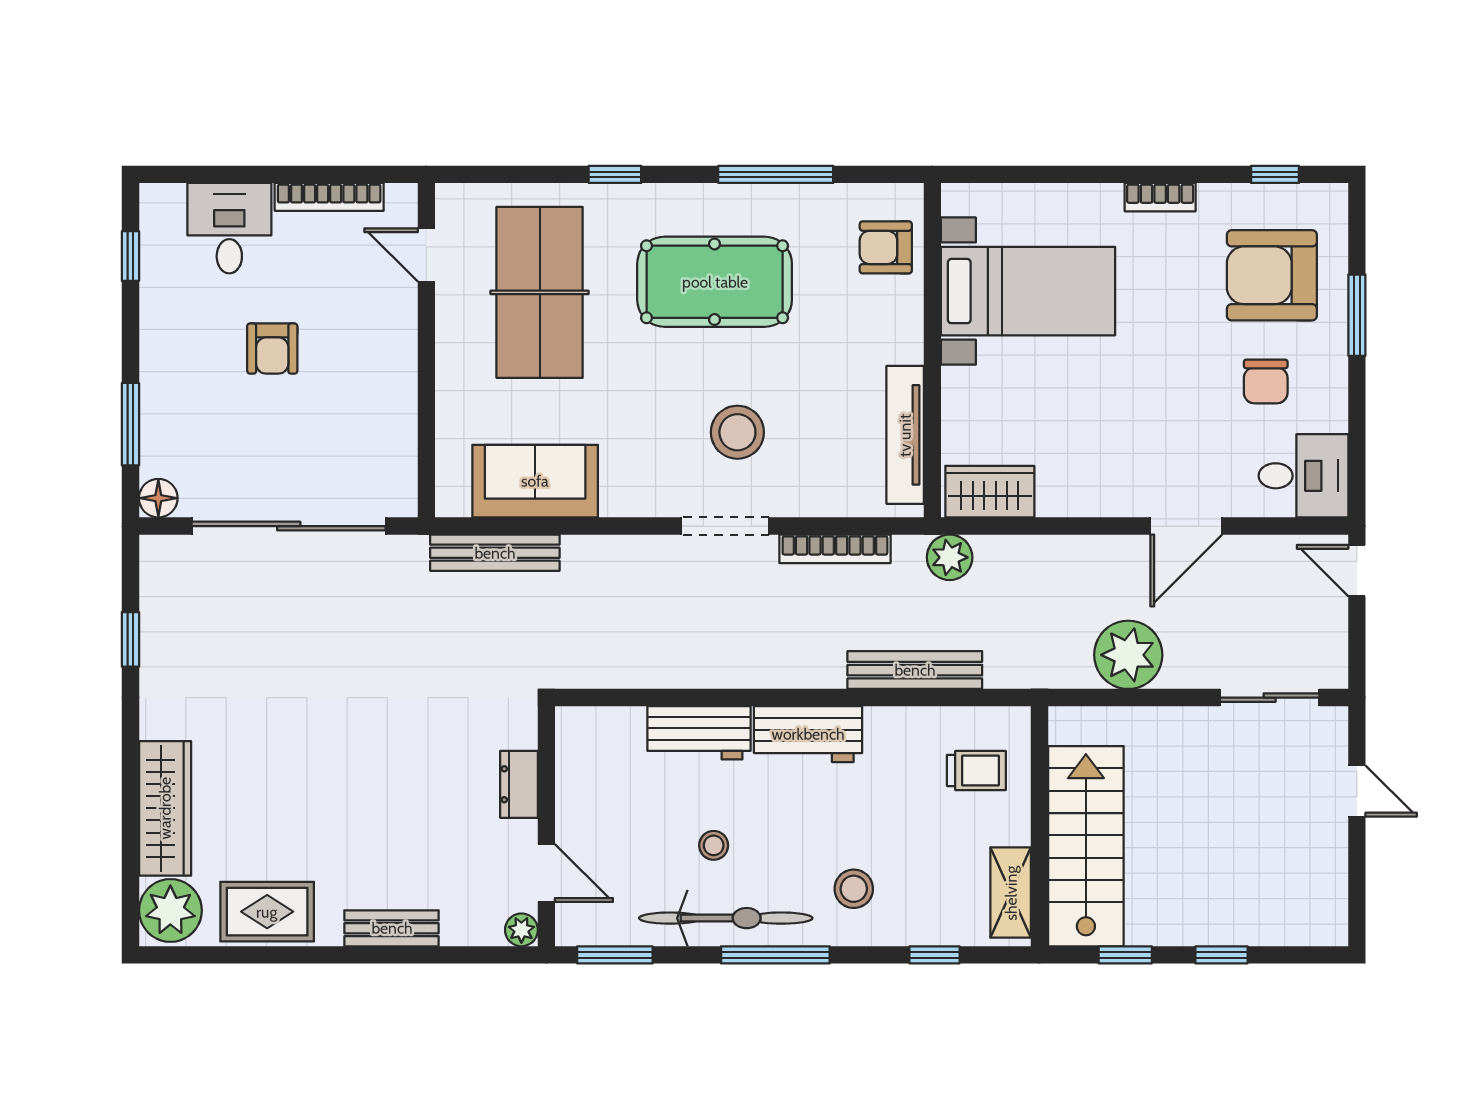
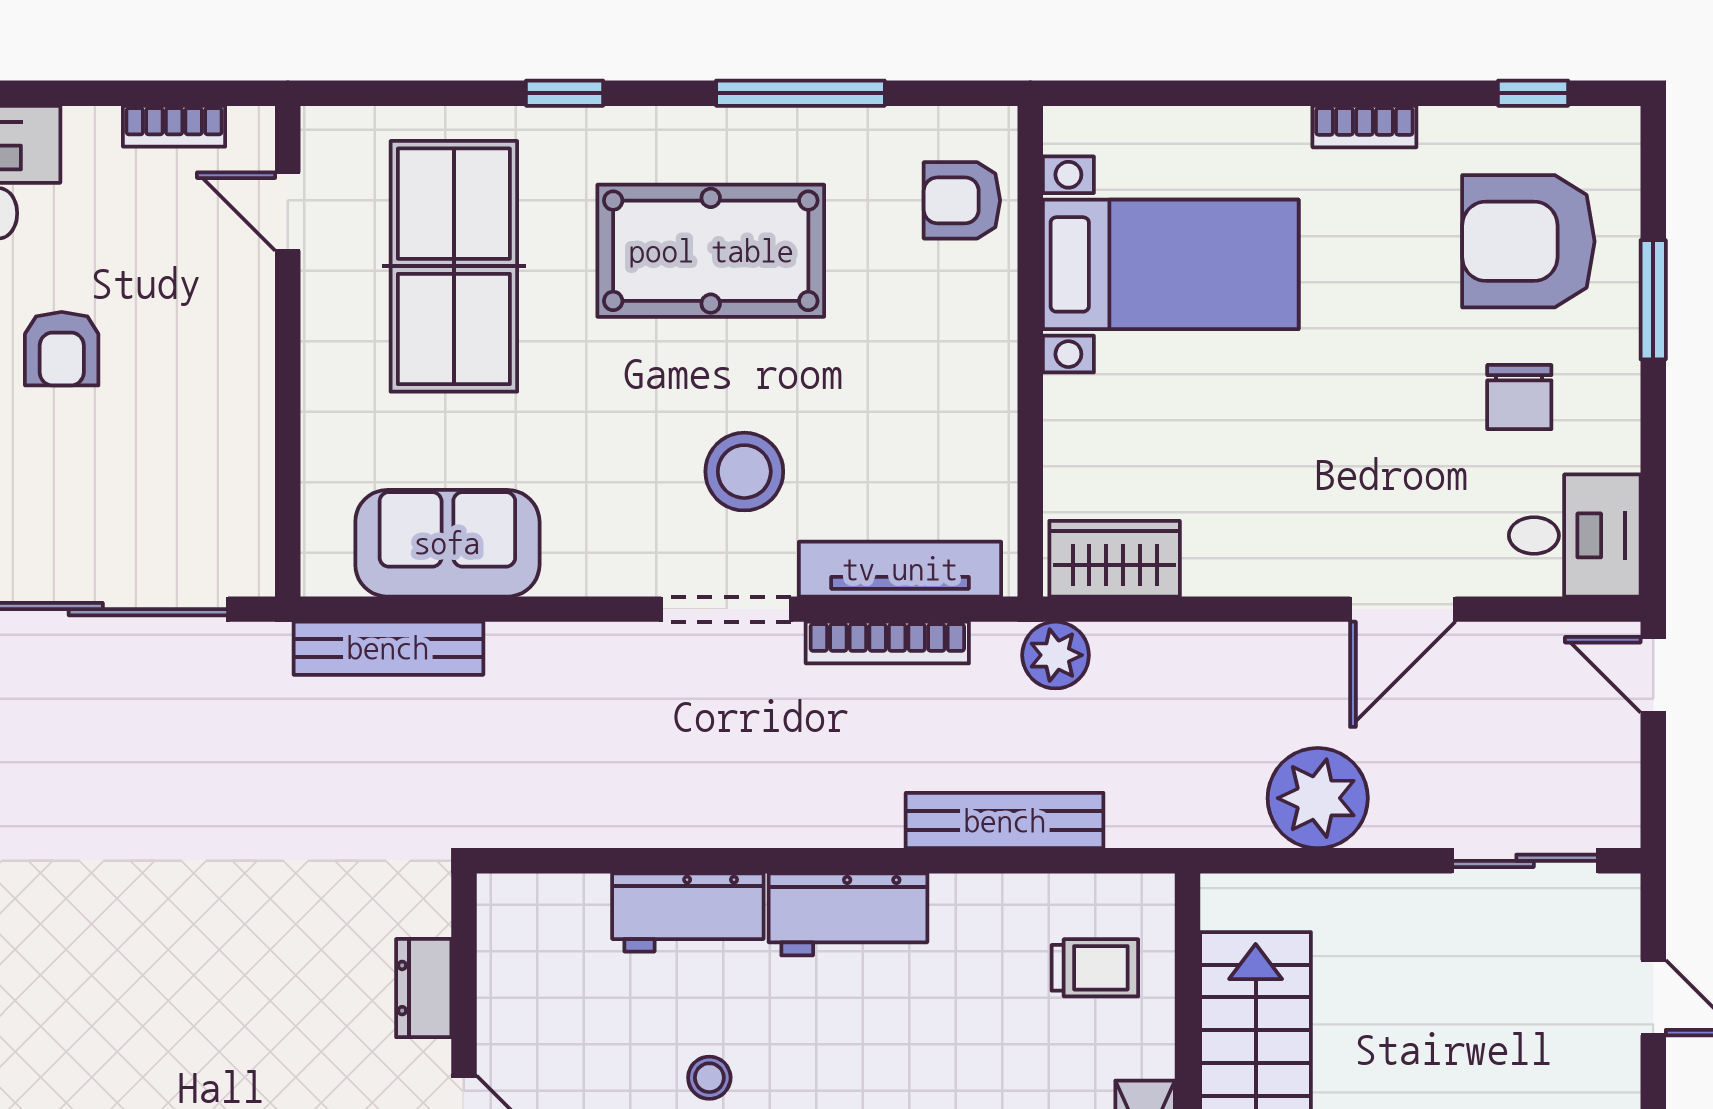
bookcase: (329, 197) -> (174, 126), width x0.64
tv unit: (905, 435) -> (900, 569), moved, turned 90

